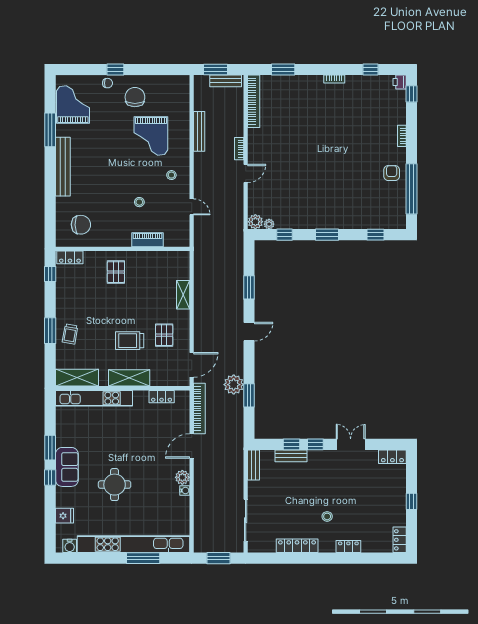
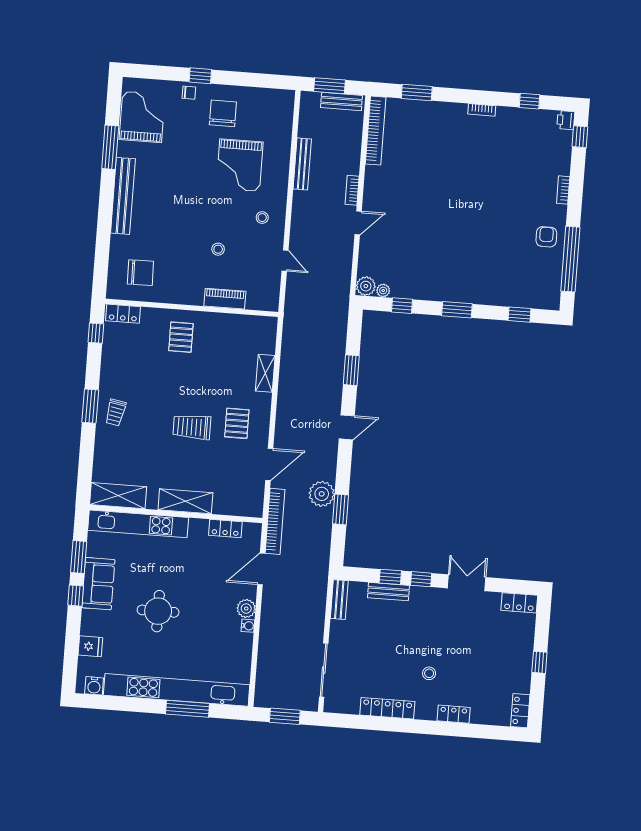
shelving: (77, 378) -> (118, 496), moved
shelving: (129, 378) -> (185, 501), moved
wall: (123, 388) -> (176, 514), moved
locker: (162, 397) -> (225, 528), moved
kitchen unit: (94, 398) -> (138, 524), moved

